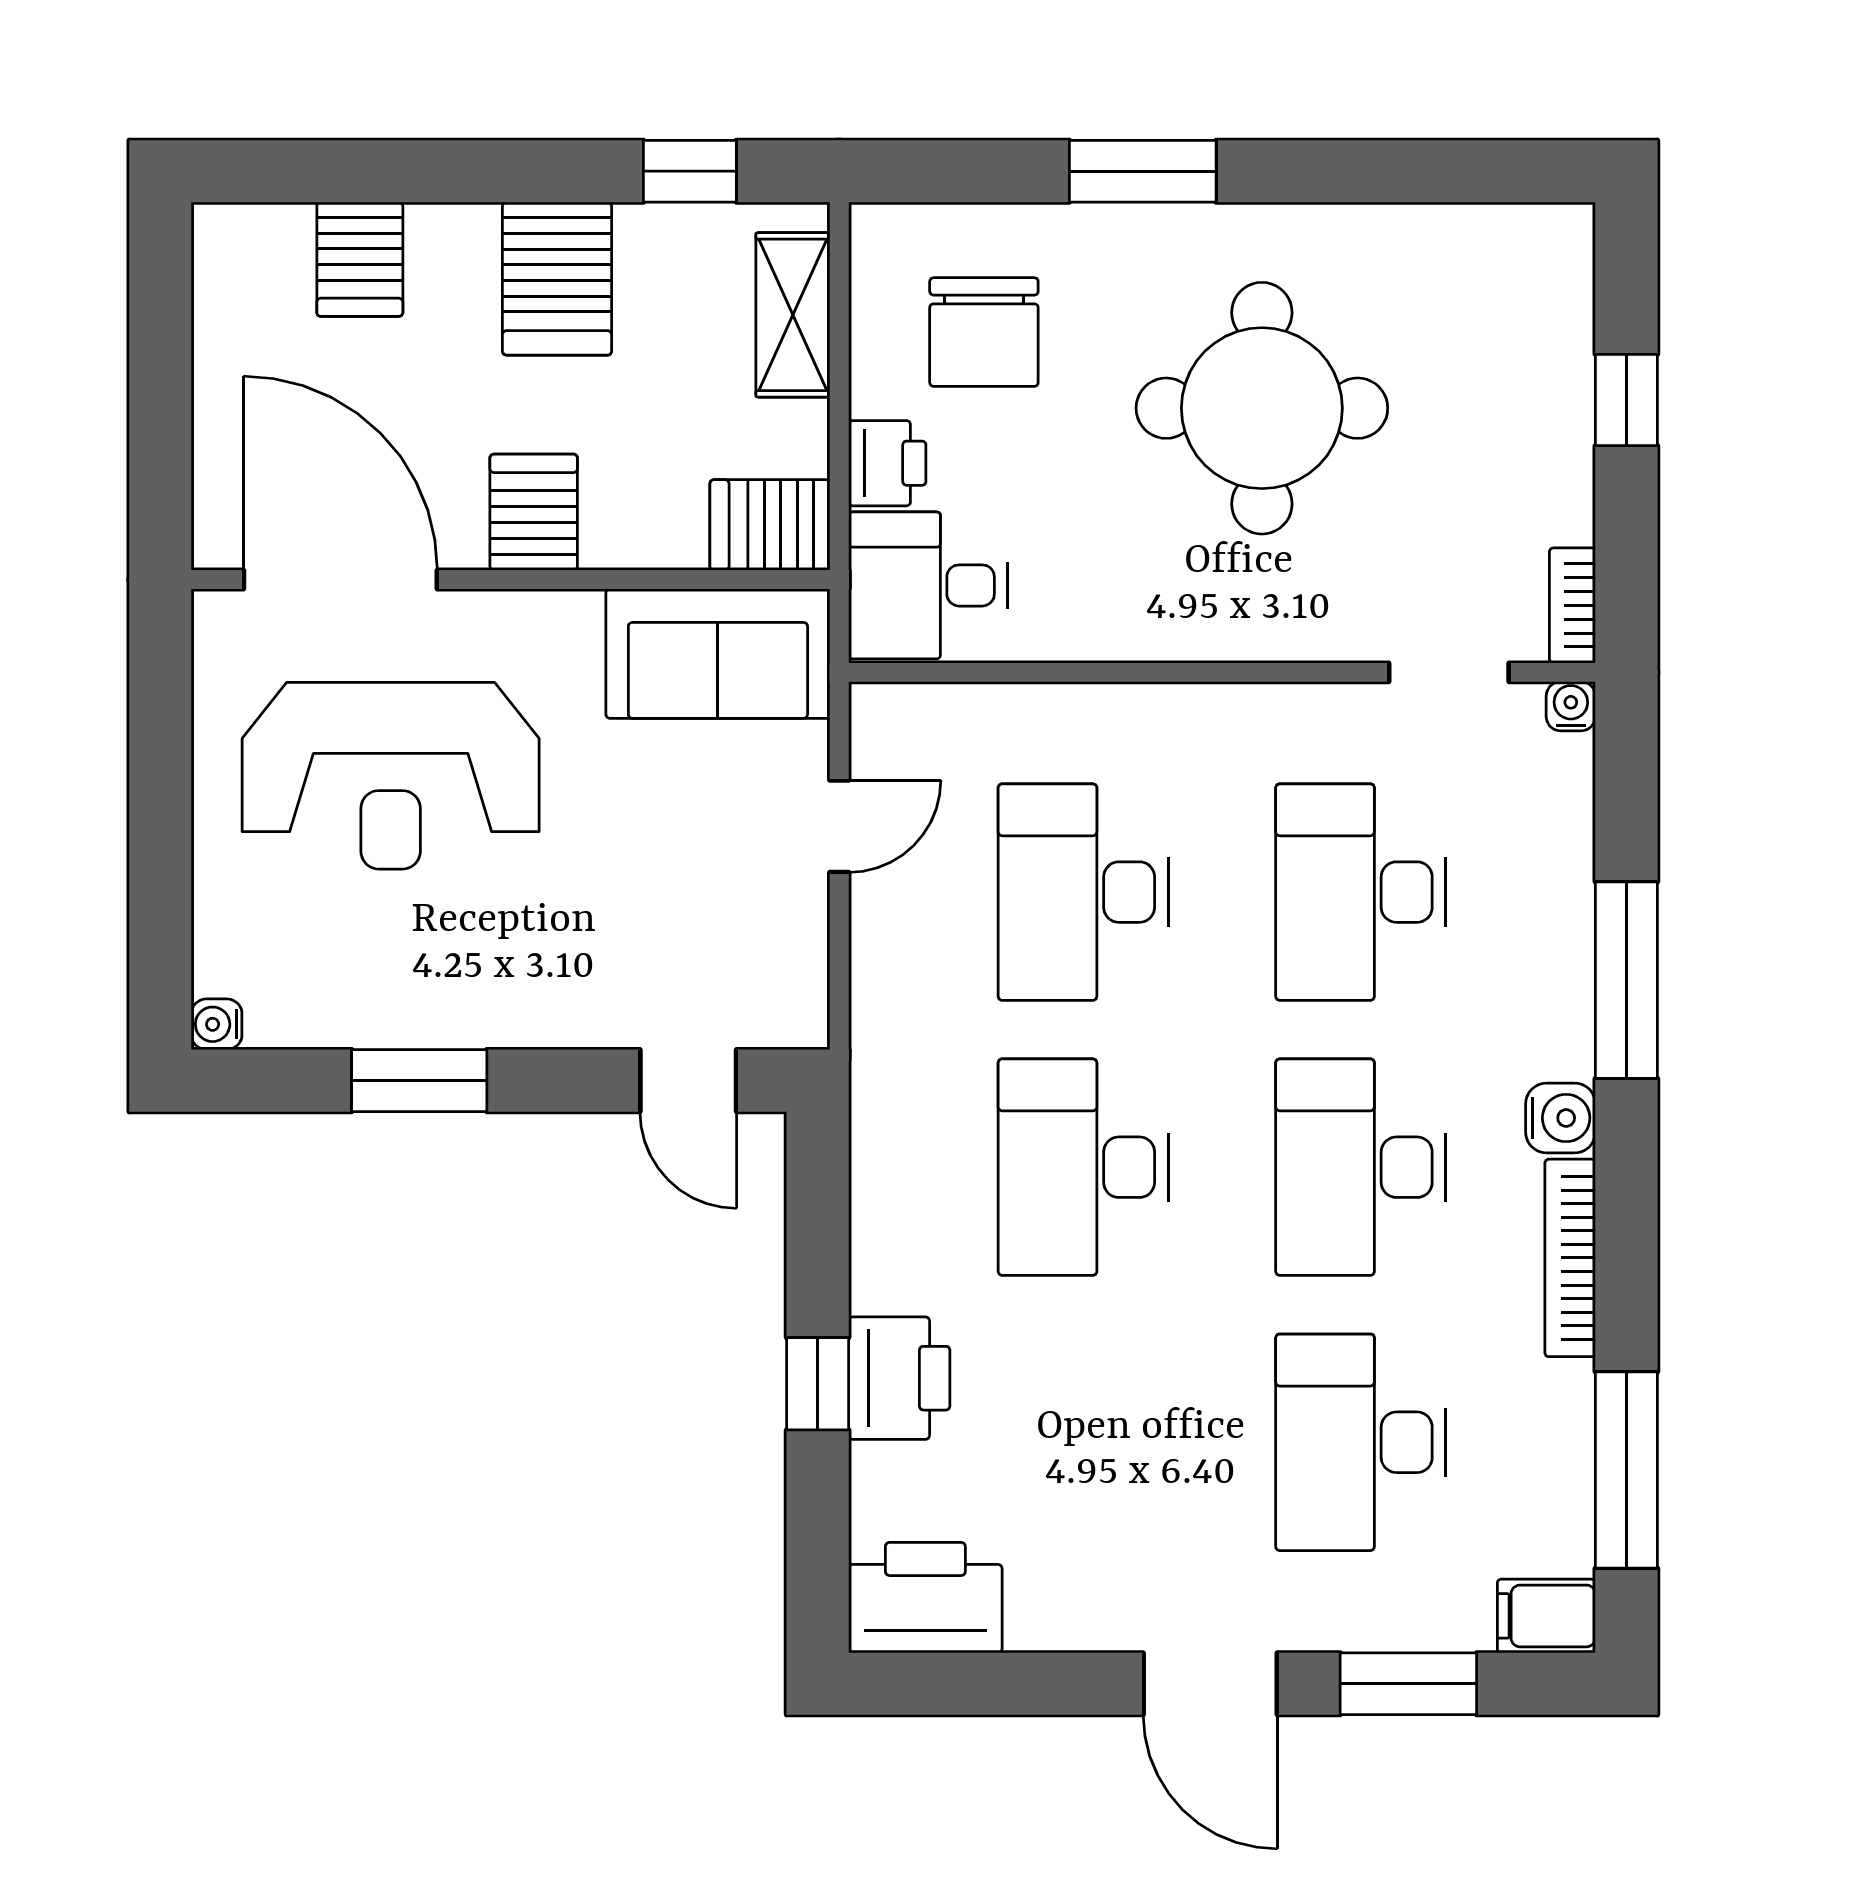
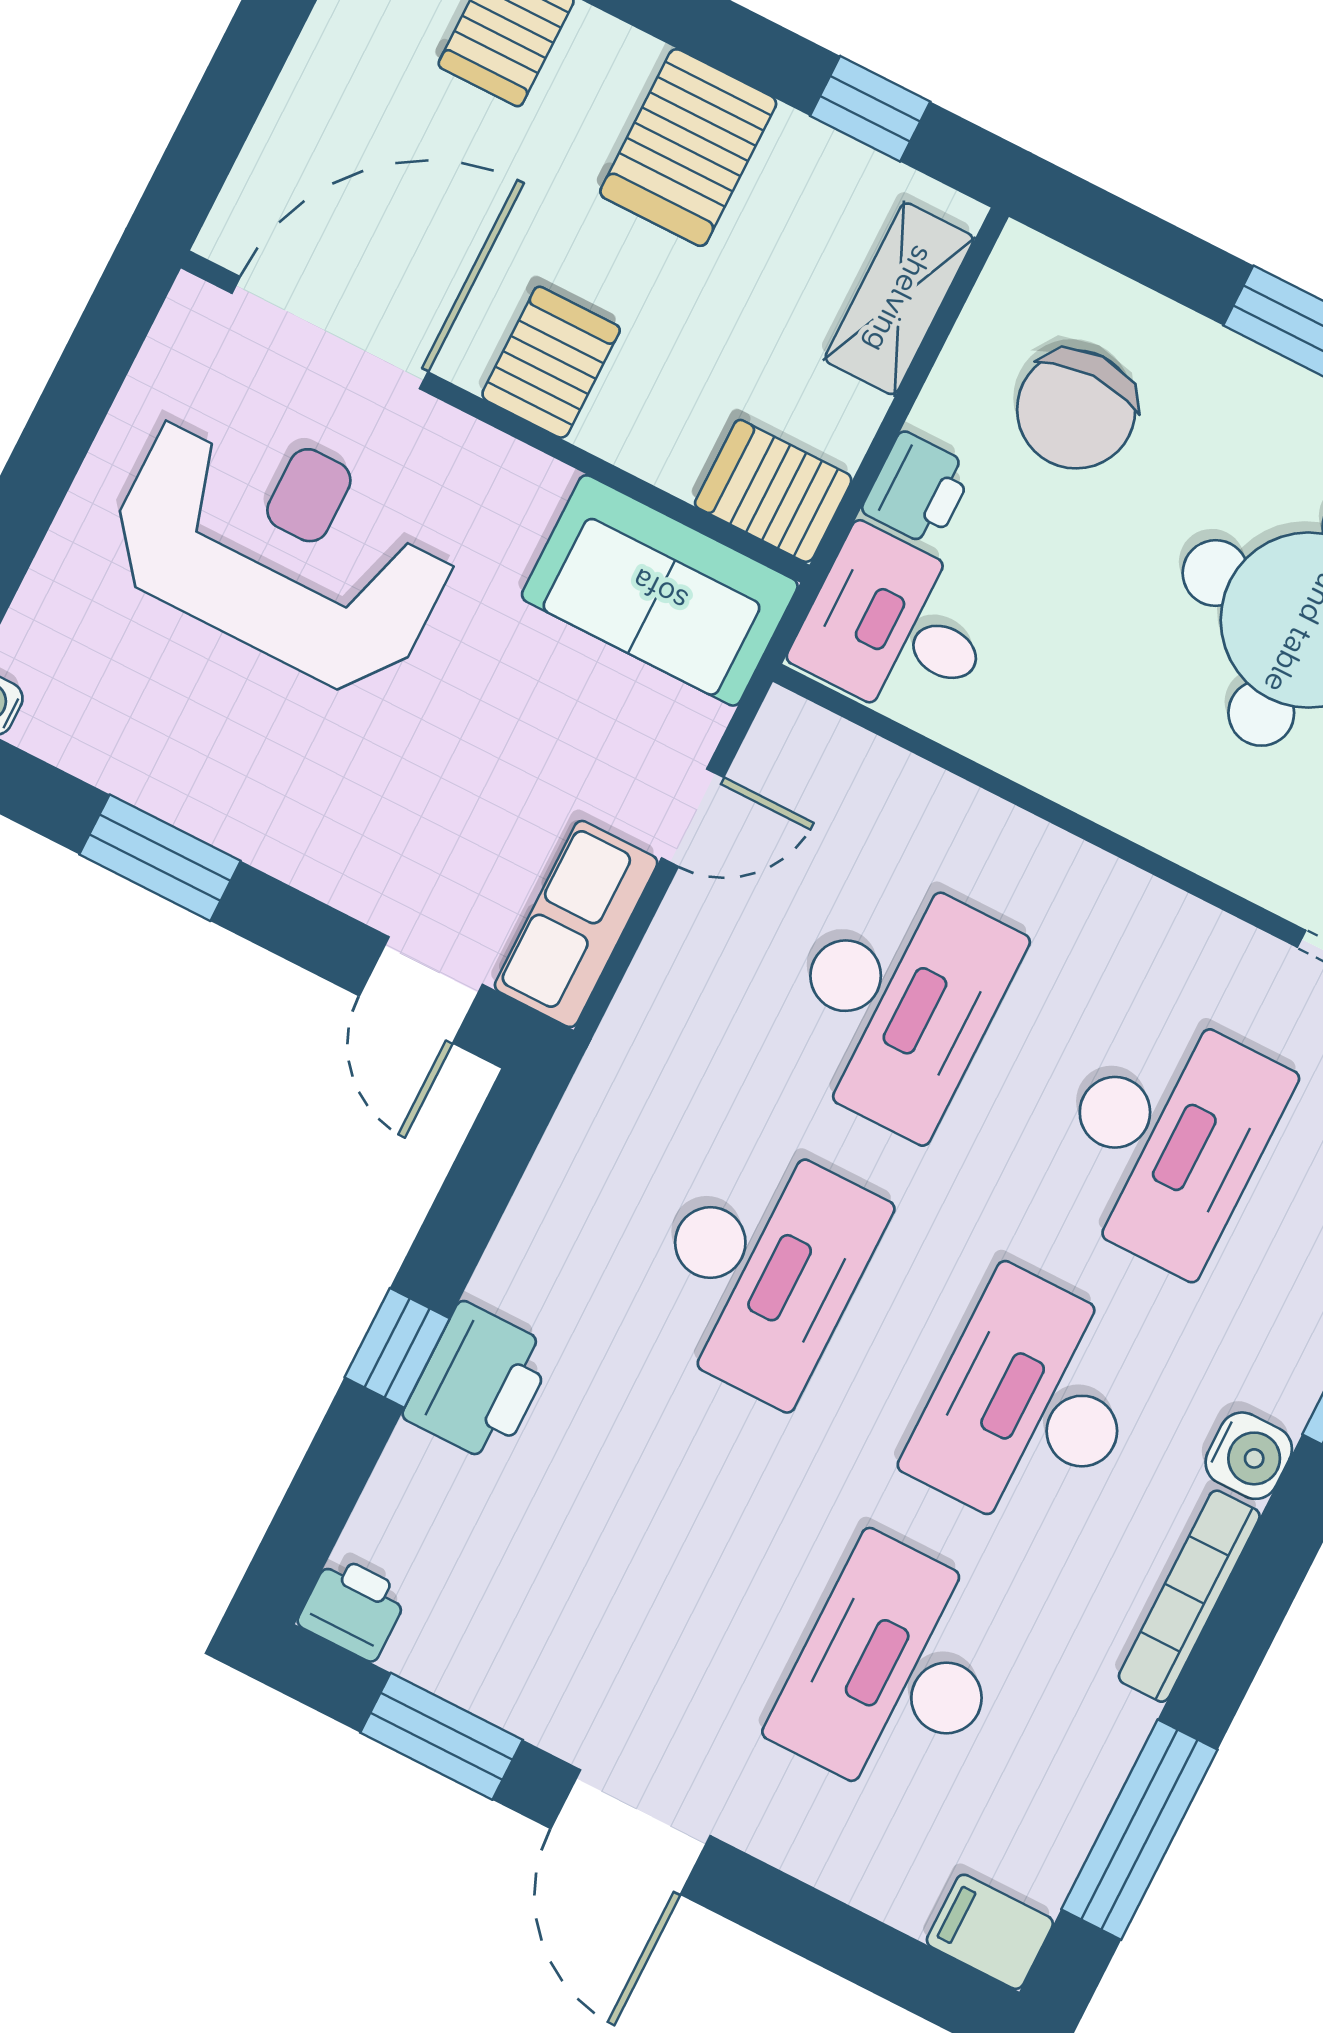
door: (340, 580) -> (330, 333), hinge flipped
reception desk: (391, 776) -> (282, 548), turned 180
desk: (1083, 892) -> (897, 1002), turned 180
desk: (1361, 892) -> (1166, 1138), turned 180
row of seats: (788, 962) -> (576, 924), added
desk: (1083, 1167) -> (761, 1268), turned 180
printer: (925, 1598) -> (353, 1608), width x0.53, depth x0.68
window: (1408, 1684) -> (442, 1736), moved

